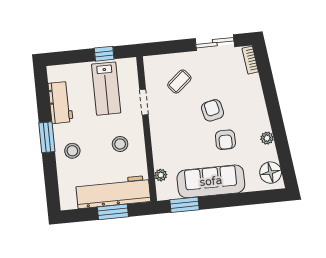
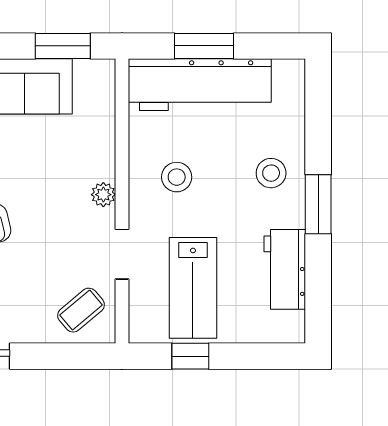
coffee table: (179, 81) -> (81, 310), moved
lab bench: (106, 89) -> (193, 288), turned 180
plant: (161, 175) -> (103, 195), moved

